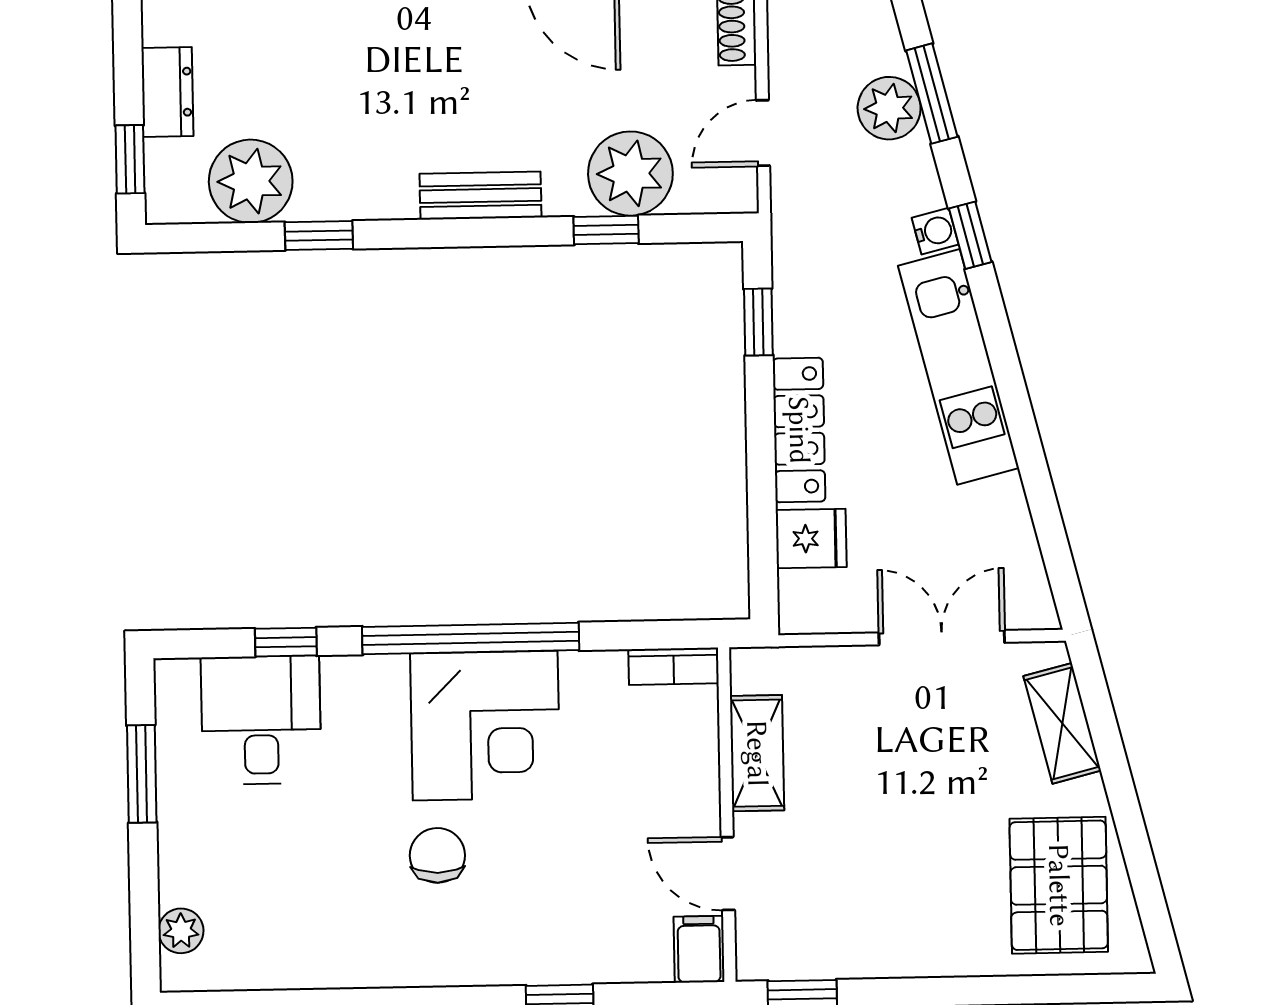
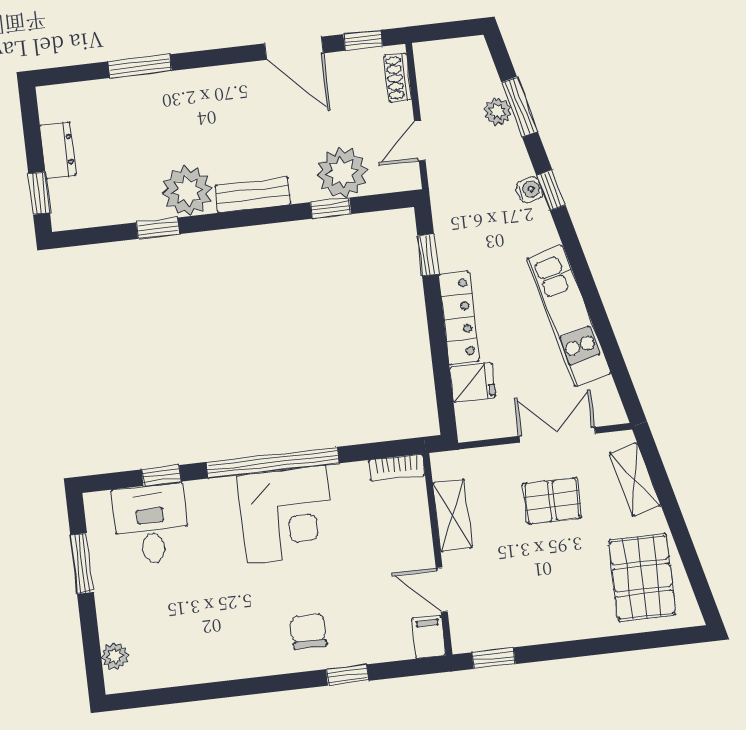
plant: (889, 108) -> (498, 111), width x0.73, depth x0.73
plant: (251, 181) -> (187, 191), moved
kitchen unit: (959, 367) -> (569, 316), moved
pallet: (923, 745) -> (552, 501), added
chair: (437, 855) -> (309, 631), moved

